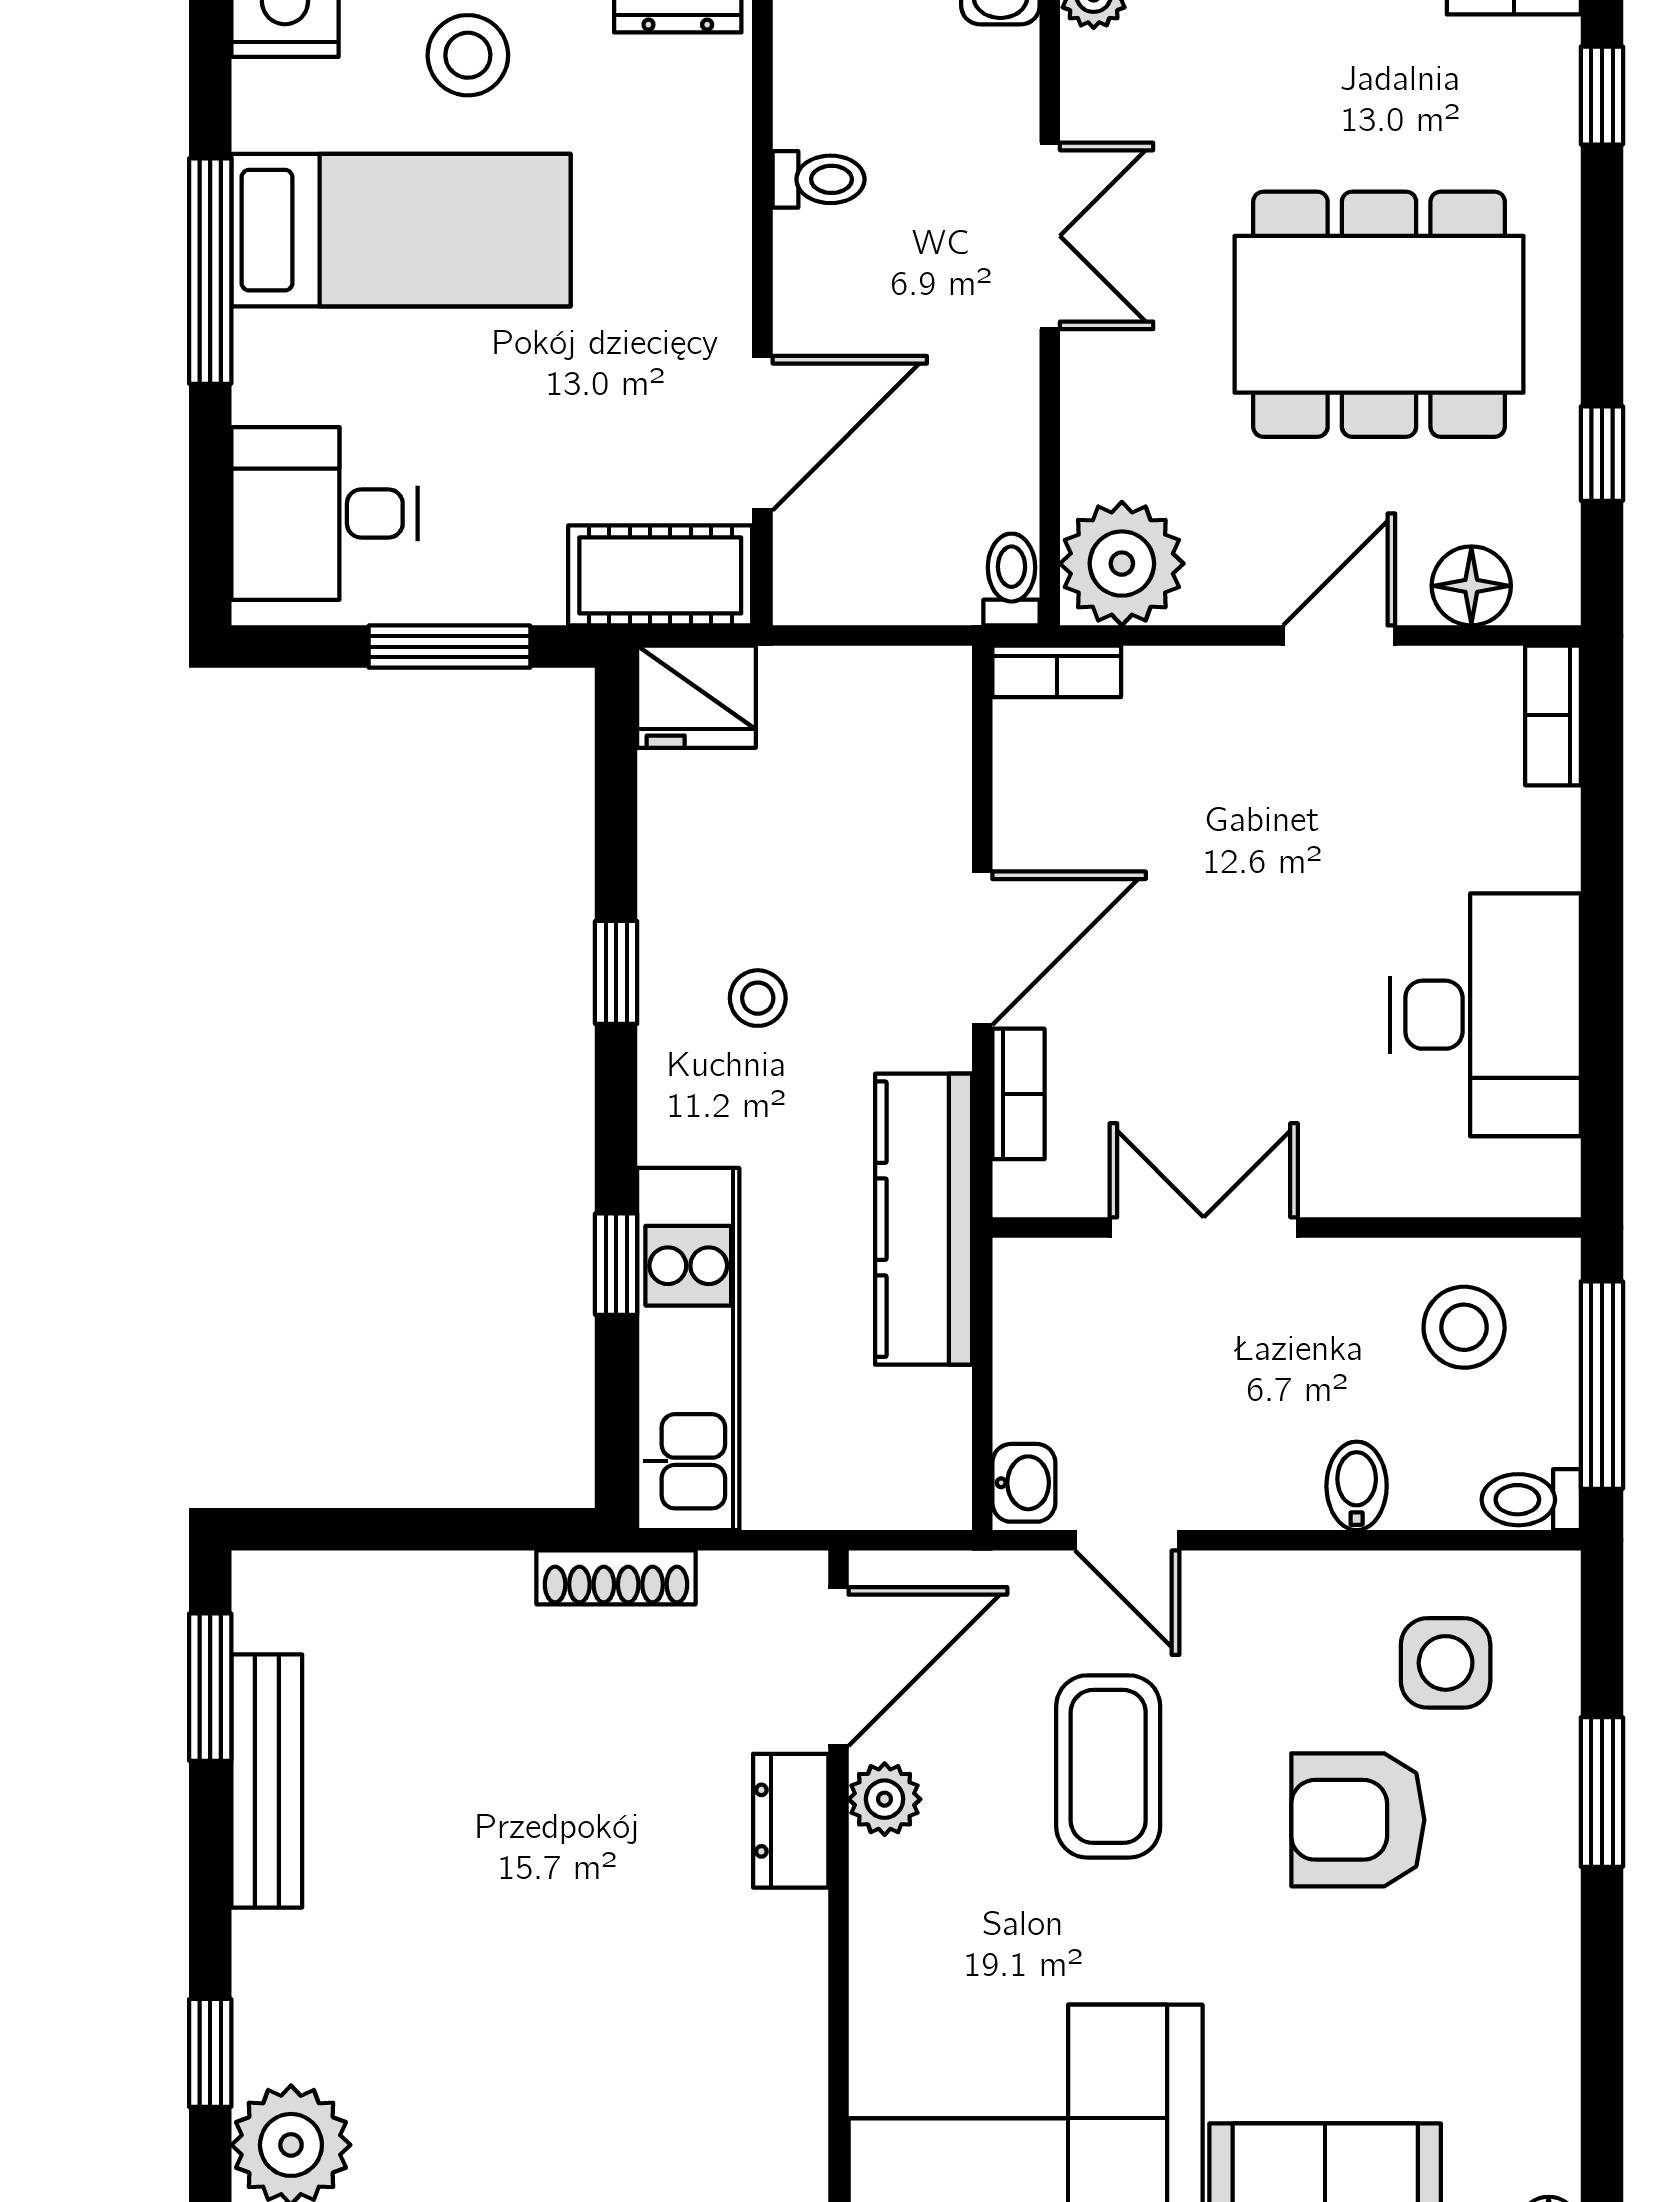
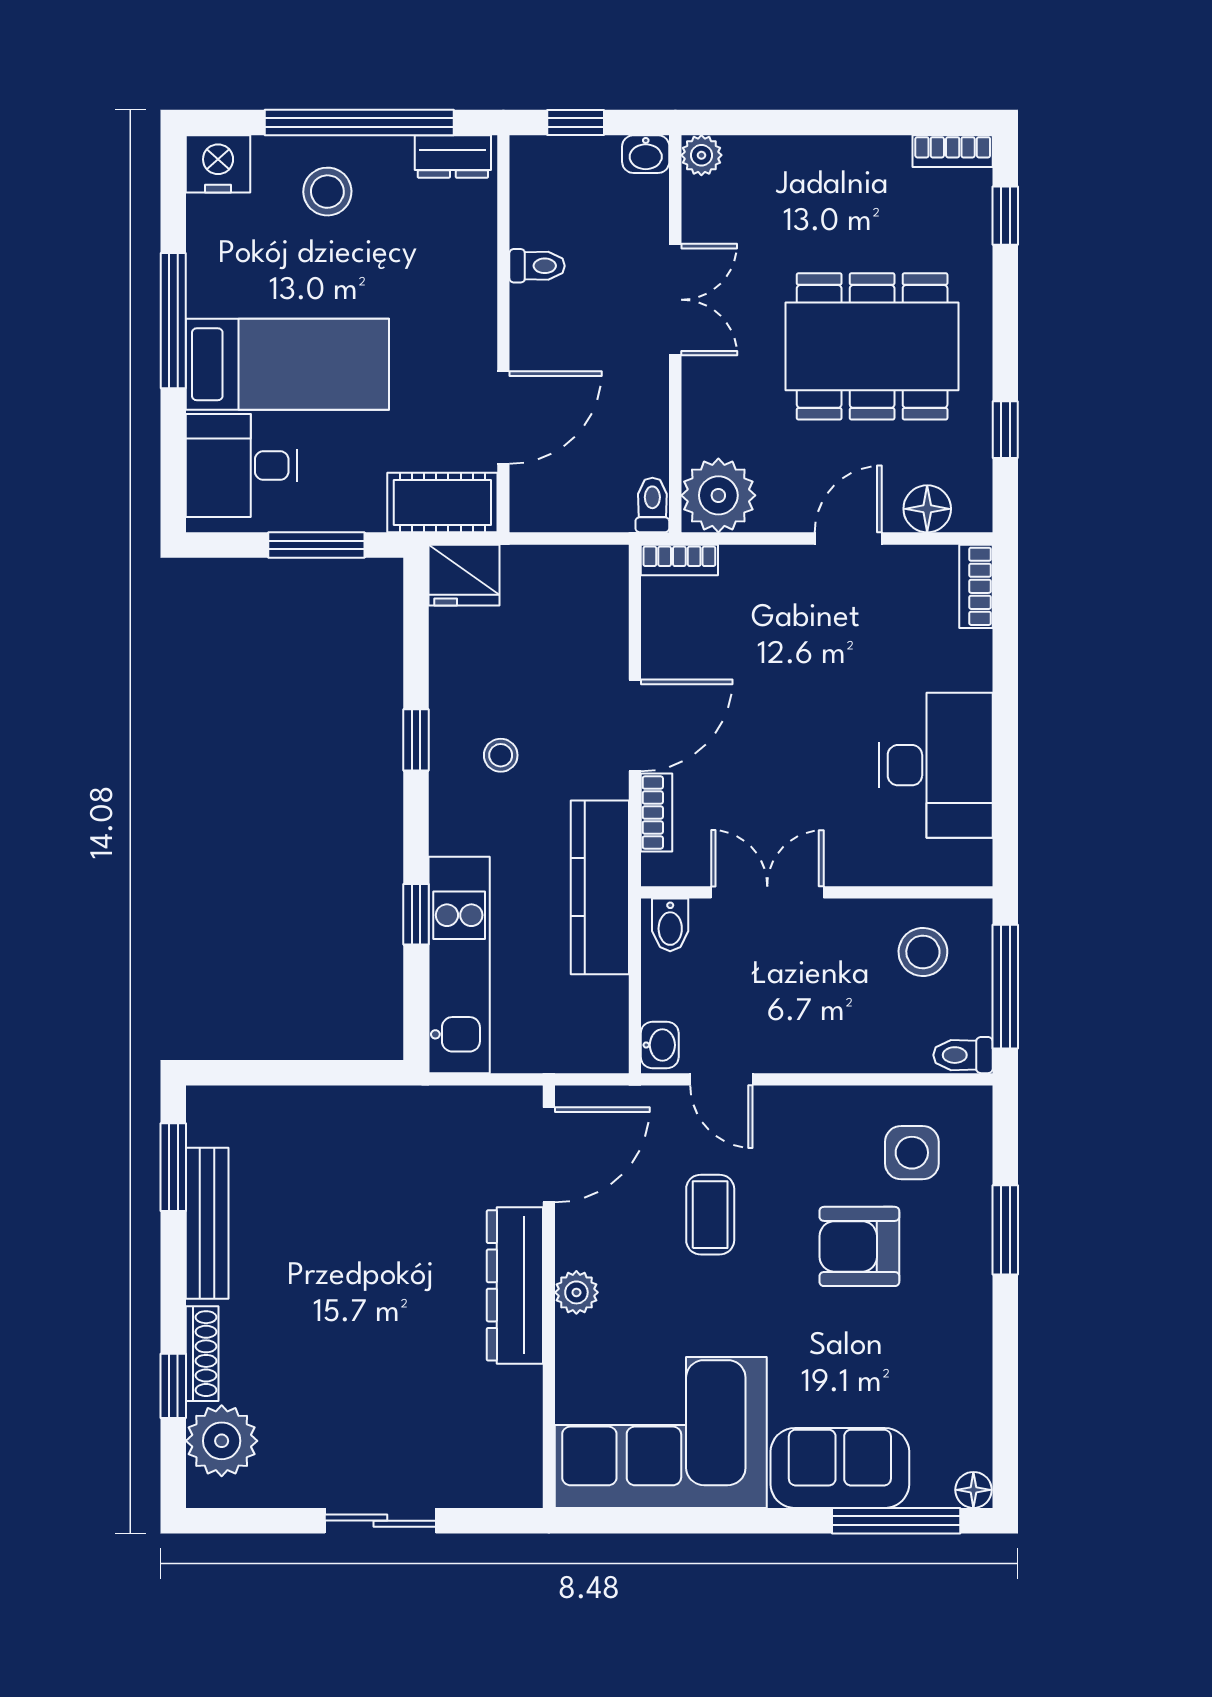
bed: (401, 230) -> (287, 364), moved
bidet: (1357, 1486) -> (670, 925), moved, turned 180
shoe rack: (616, 1577) -> (202, 1354), moved, turned -90
coffee table: (1108, 1766) -> (710, 1215), width x0.73, depth x0.77
plant: (885, 1799) -> (576, 1292), moved
dresser: (791, 1821) -> (515, 1285), width x1.96, depth x1.24

